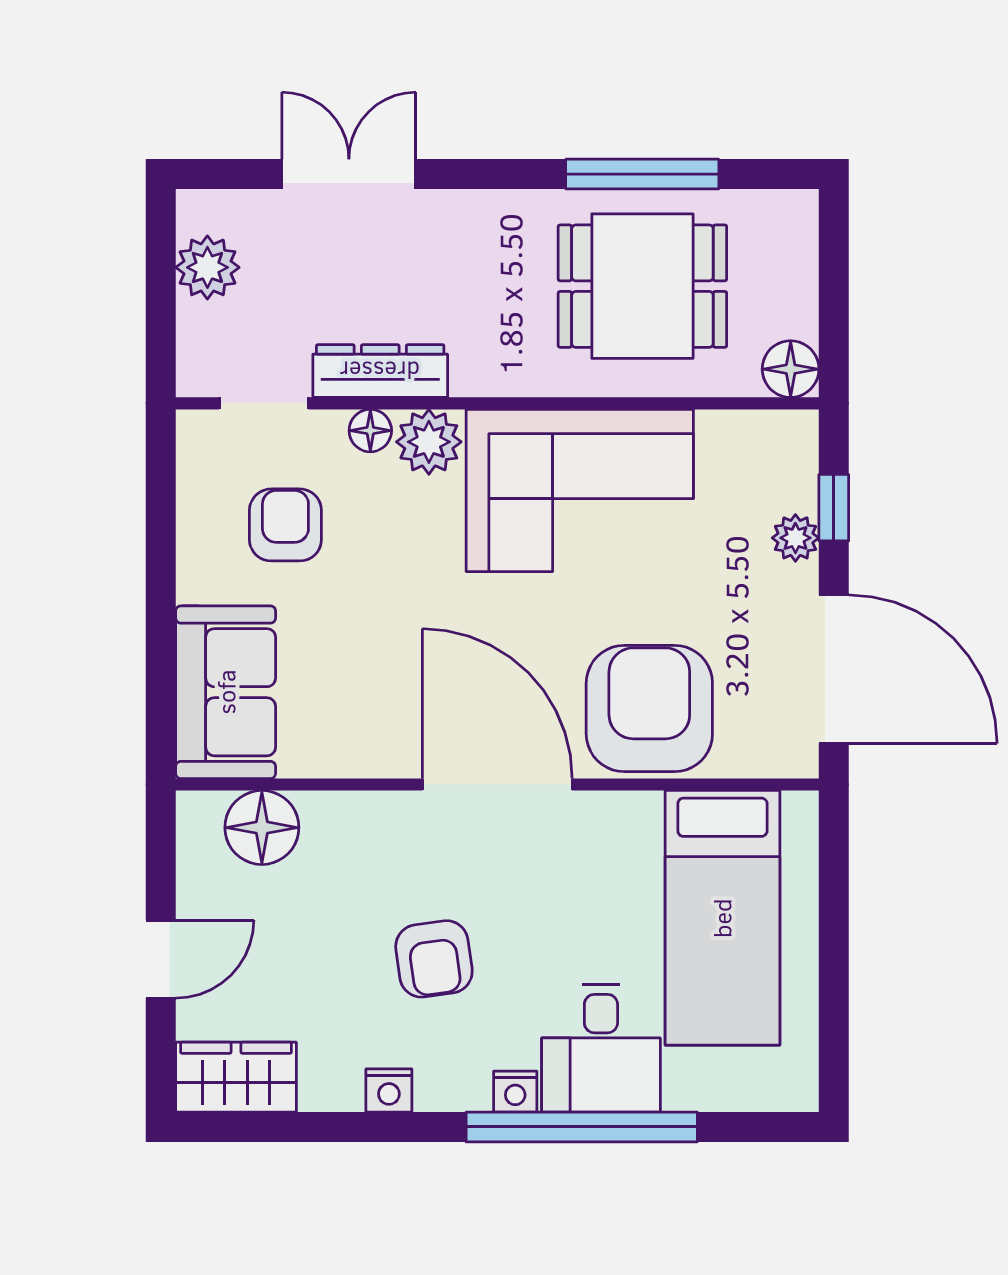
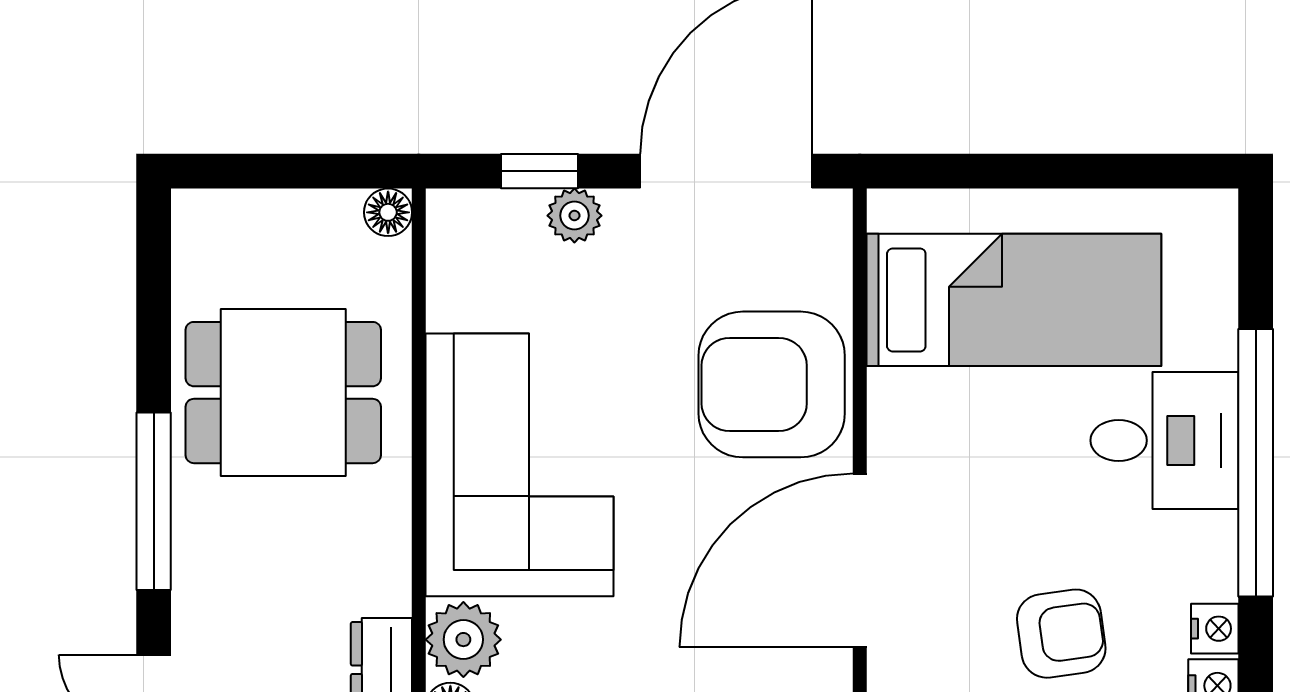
window: (642, 174) -> (154, 501), moved
dining table: (642, 286) -> (283, 393), turned 90
floor lamp: (791, 369) -> (388, 212), width x0.73, depth x0.73
nightstand: (515, 1092) -> (1215, 629), moved

